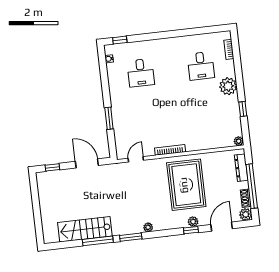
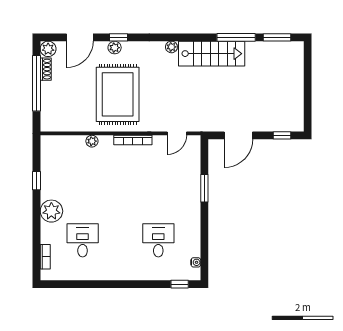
plant: (239, 141) -> (92, 141), moved
door: (87, 163) -> (238, 135), hinge flipped
dresser: (241, 168) -> (47, 108), removed
stairs: (85, 229) -> (212, 54), moved
window: (131, 237) -> (277, 37), moved

